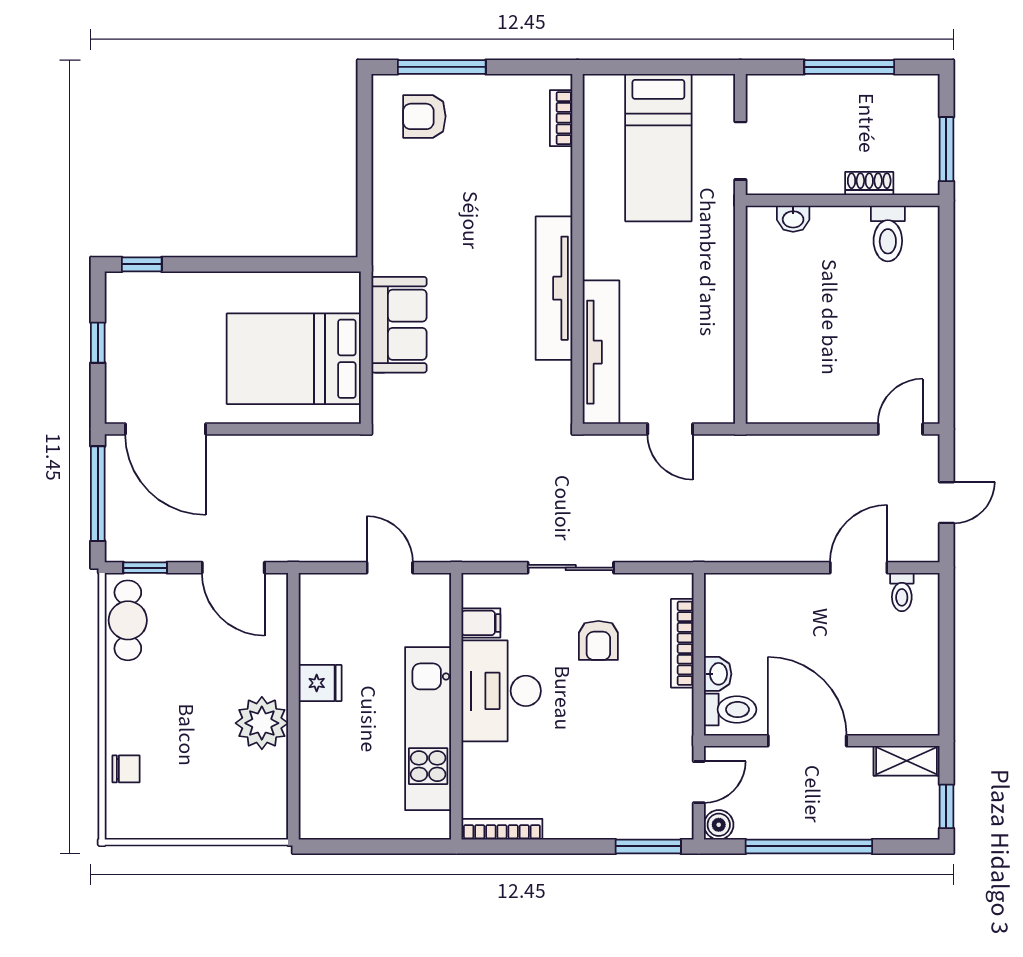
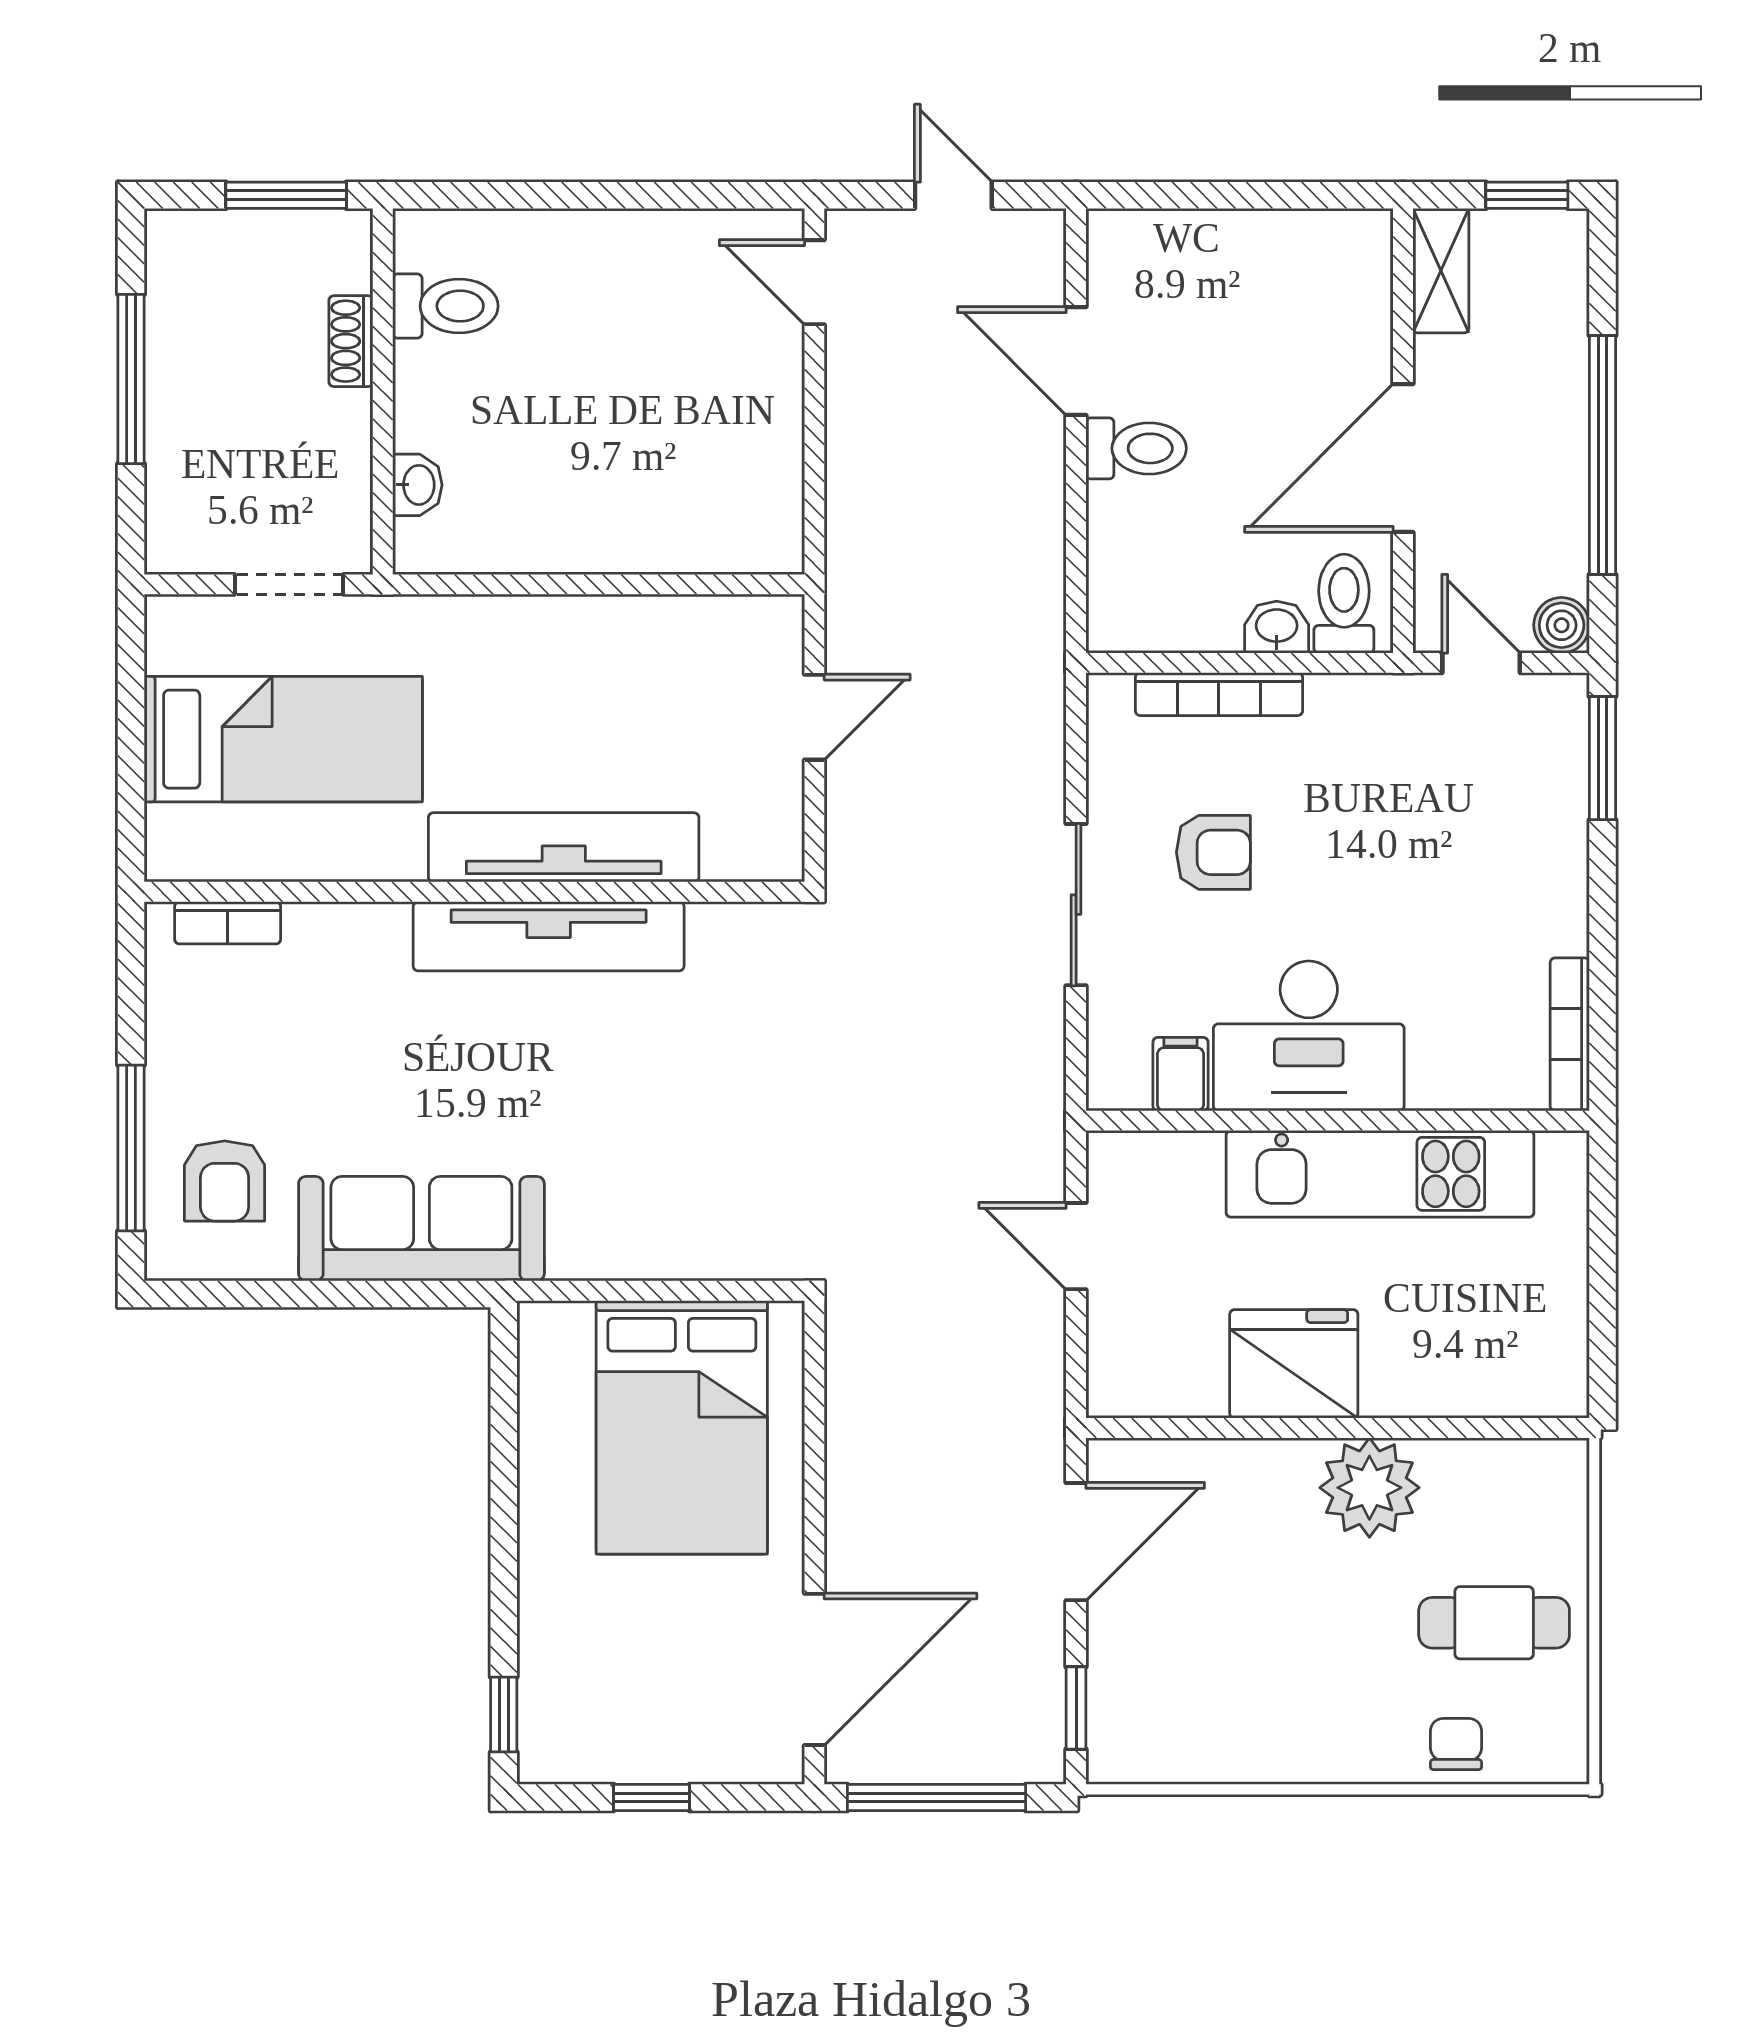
sofa: (399, 325) -> (421, 1229), moved, width x1.36
tv unit: (601, 352) -> (564, 847), moved
door: (390, 568) -> (1076, 1246), hinge flipped
toilet: (902, 592) -> (1136, 448), moved, width x1.37, depth x1.39
cafe table: (128, 620) -> (1494, 1623), moved
fridge: (320, 683) -> (1294, 1364), width x1.88, depth x1.34

